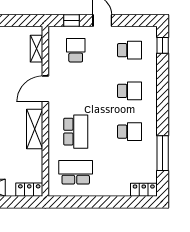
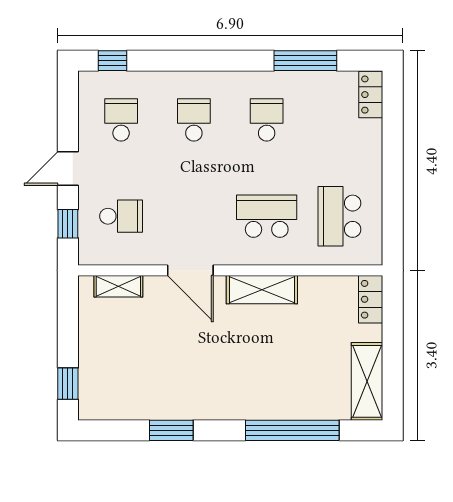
school desk: (76, 50) -> (121, 216), turned 180

